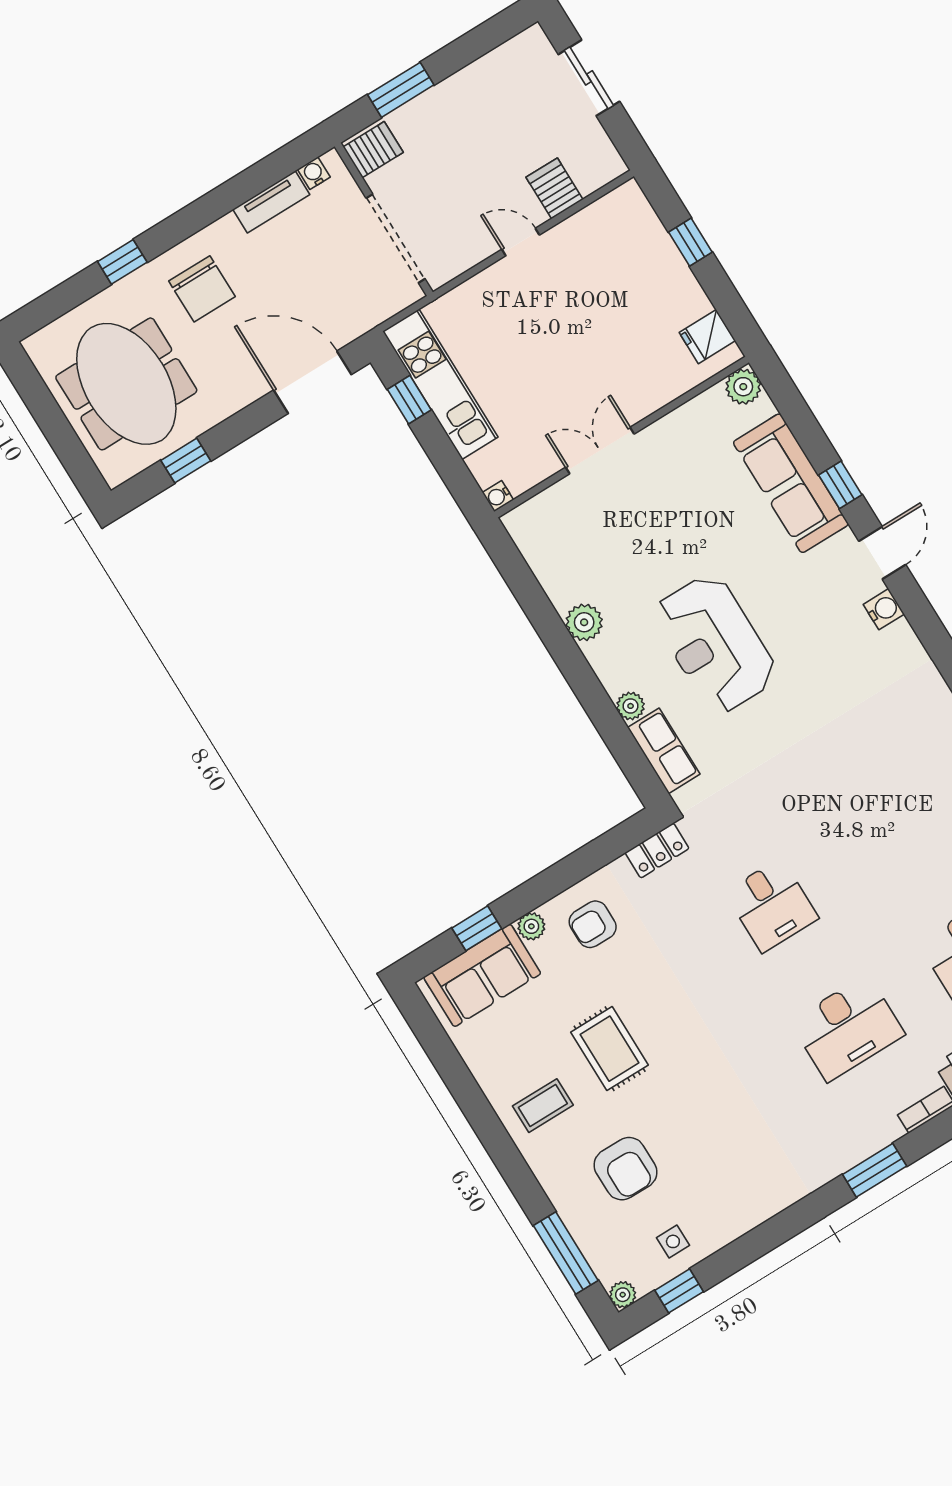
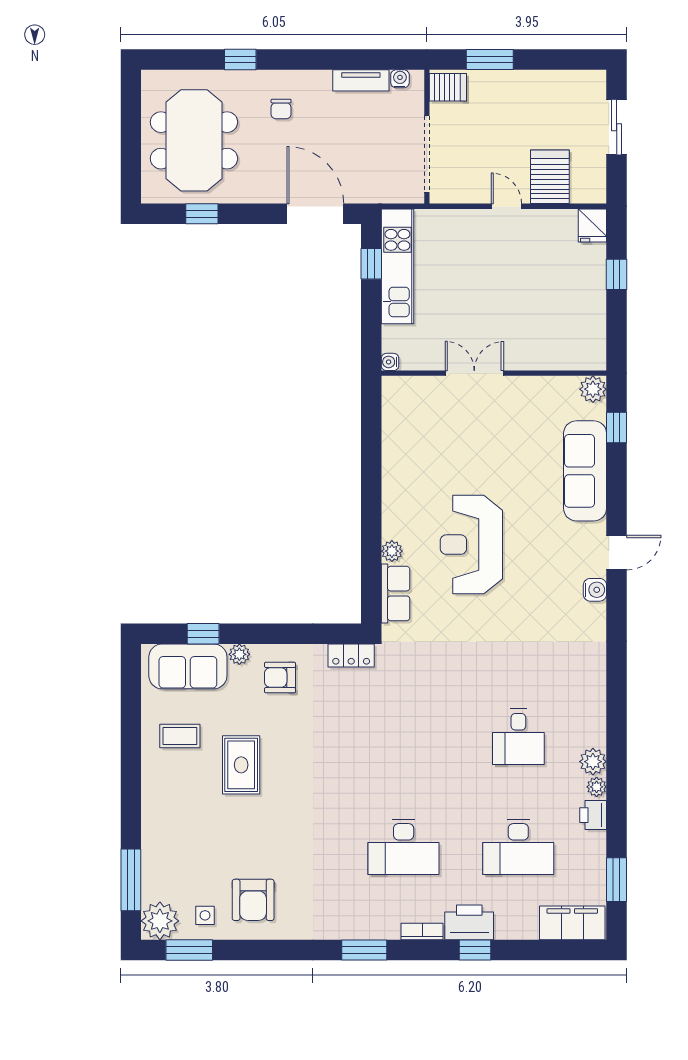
server rack: (554, 188) -> (550, 177), width x1.36, depth x1.44
chair: (202, 289) -> (281, 109), width x0.54, depth x0.54
fridge: (707, 337) -> (592, 226), moved, turned -90
window: (840, 485) -> (617, 427), moved
plant: (584, 622) -> (395, 478), removed
desk: (772, 905) -> (518, 737), moved
coffee table: (543, 1106) -> (180, 736), moved
armchair: (625, 1169) -> (253, 900), moved
window: (679, 1291) -> (189, 950), width x1.50
plant: (623, 1295) -> (160, 921), width x1.88, depth x1.88

